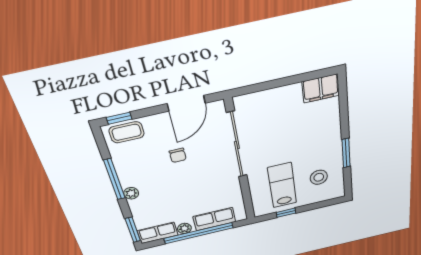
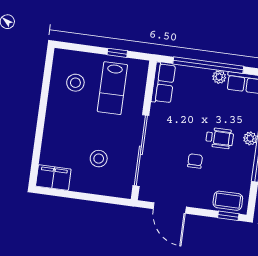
door: (186, 103) -> (170, 208), swing flipped
stool: (278, 123) -> (99, 159), added
window: (346, 153) -> (44, 100), removed
wheelchair: (162, 183) -> (220, 138), added
row of seats: (214, 219) -> (163, 83), moved, turned -90

